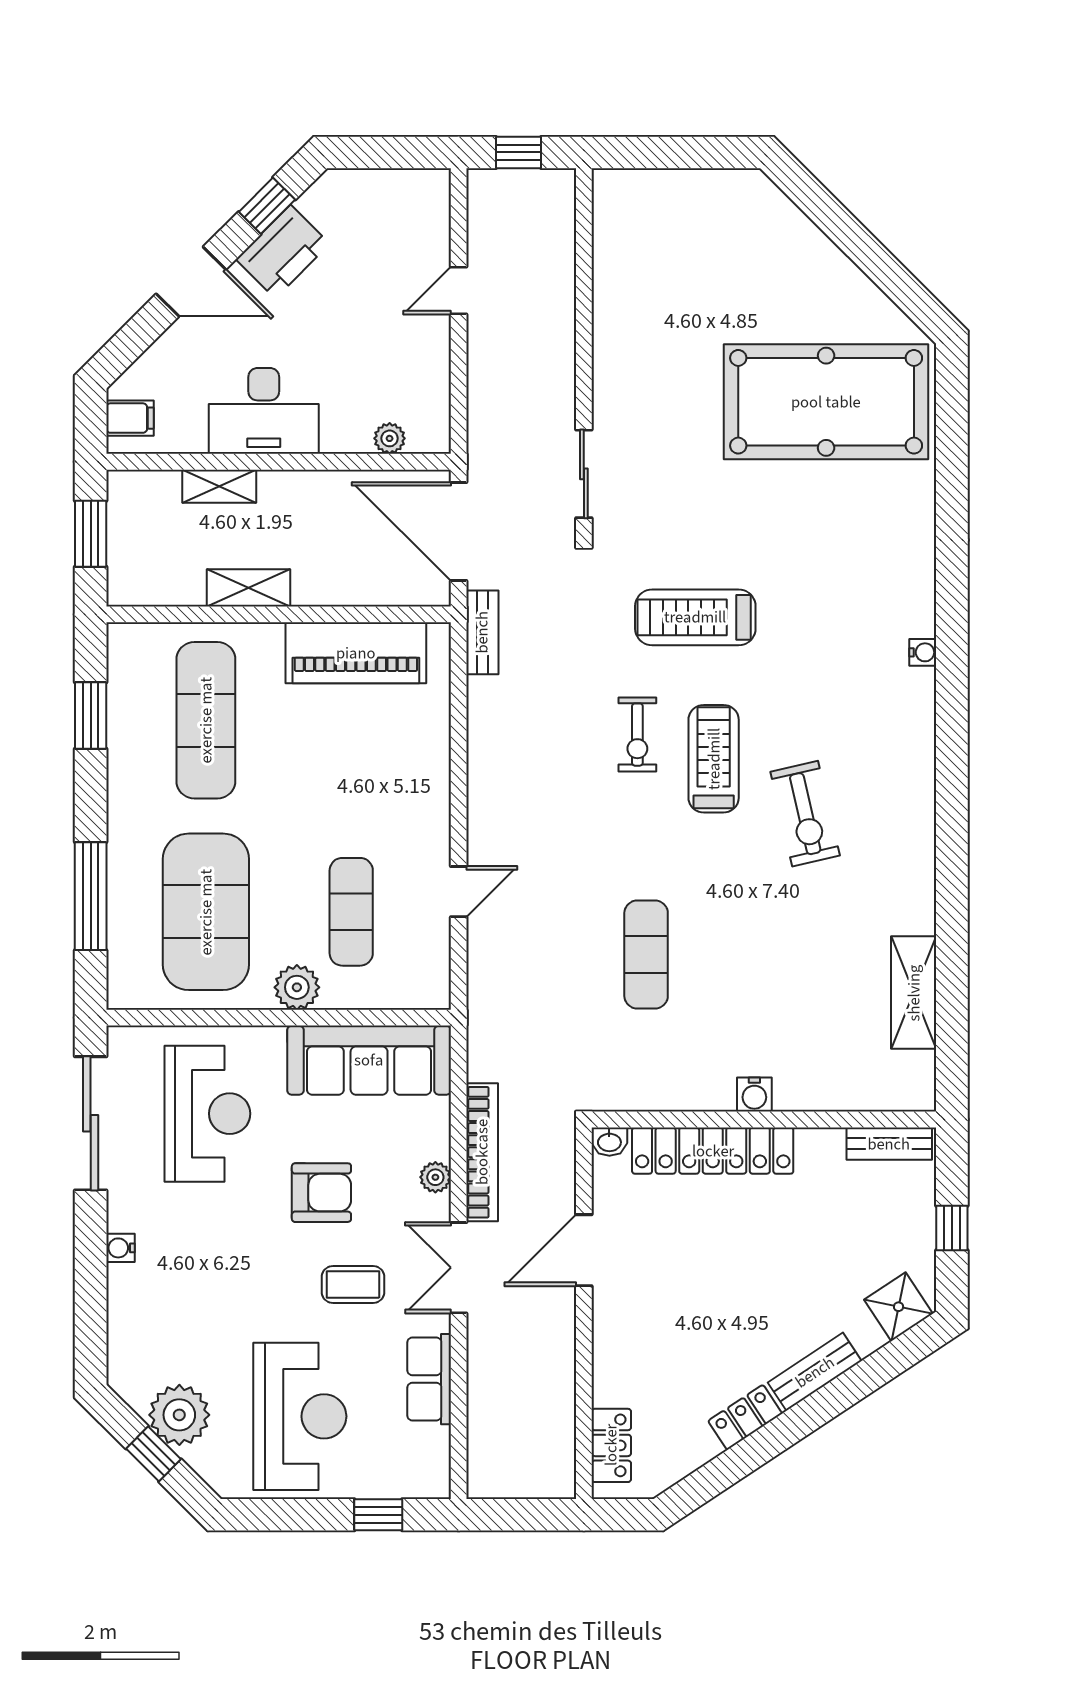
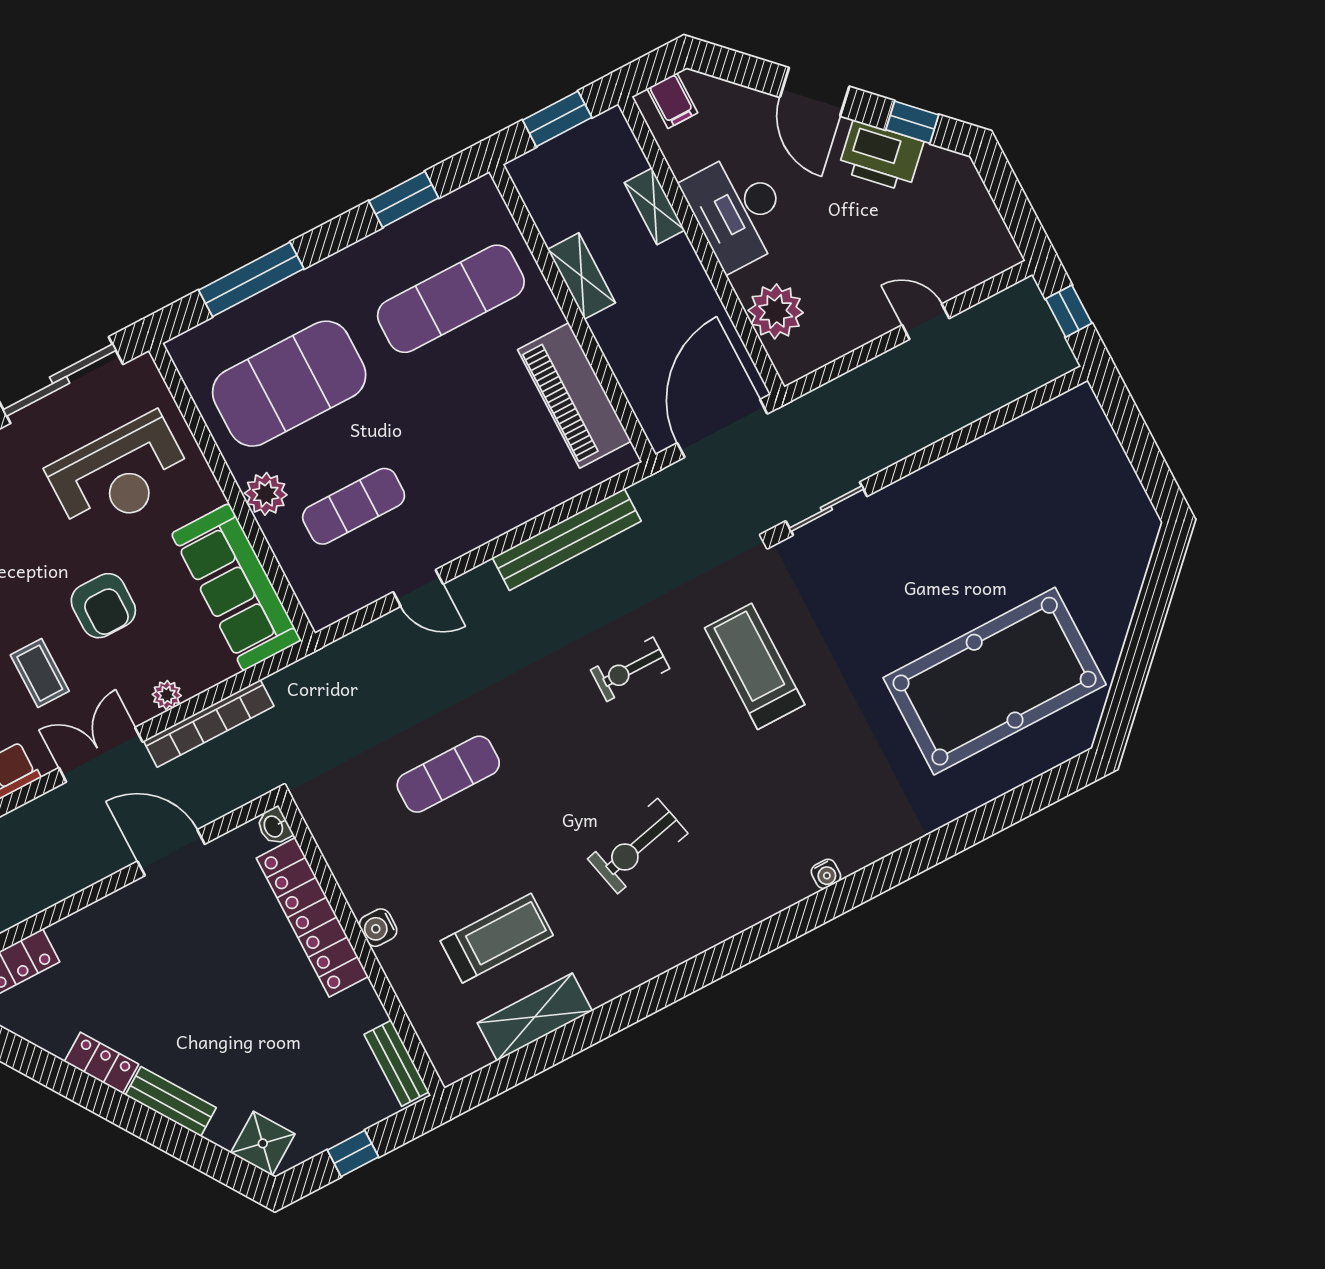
pool table: (826, 402) -> (995, 681), turned 90
plant: (390, 438) -> (776, 311), width x1.87, depth x1.87
bench: (482, 632) -> (567, 539), moved, width x1.86, depth x1.21
treadmill: (714, 759) -> (497, 938), moved

